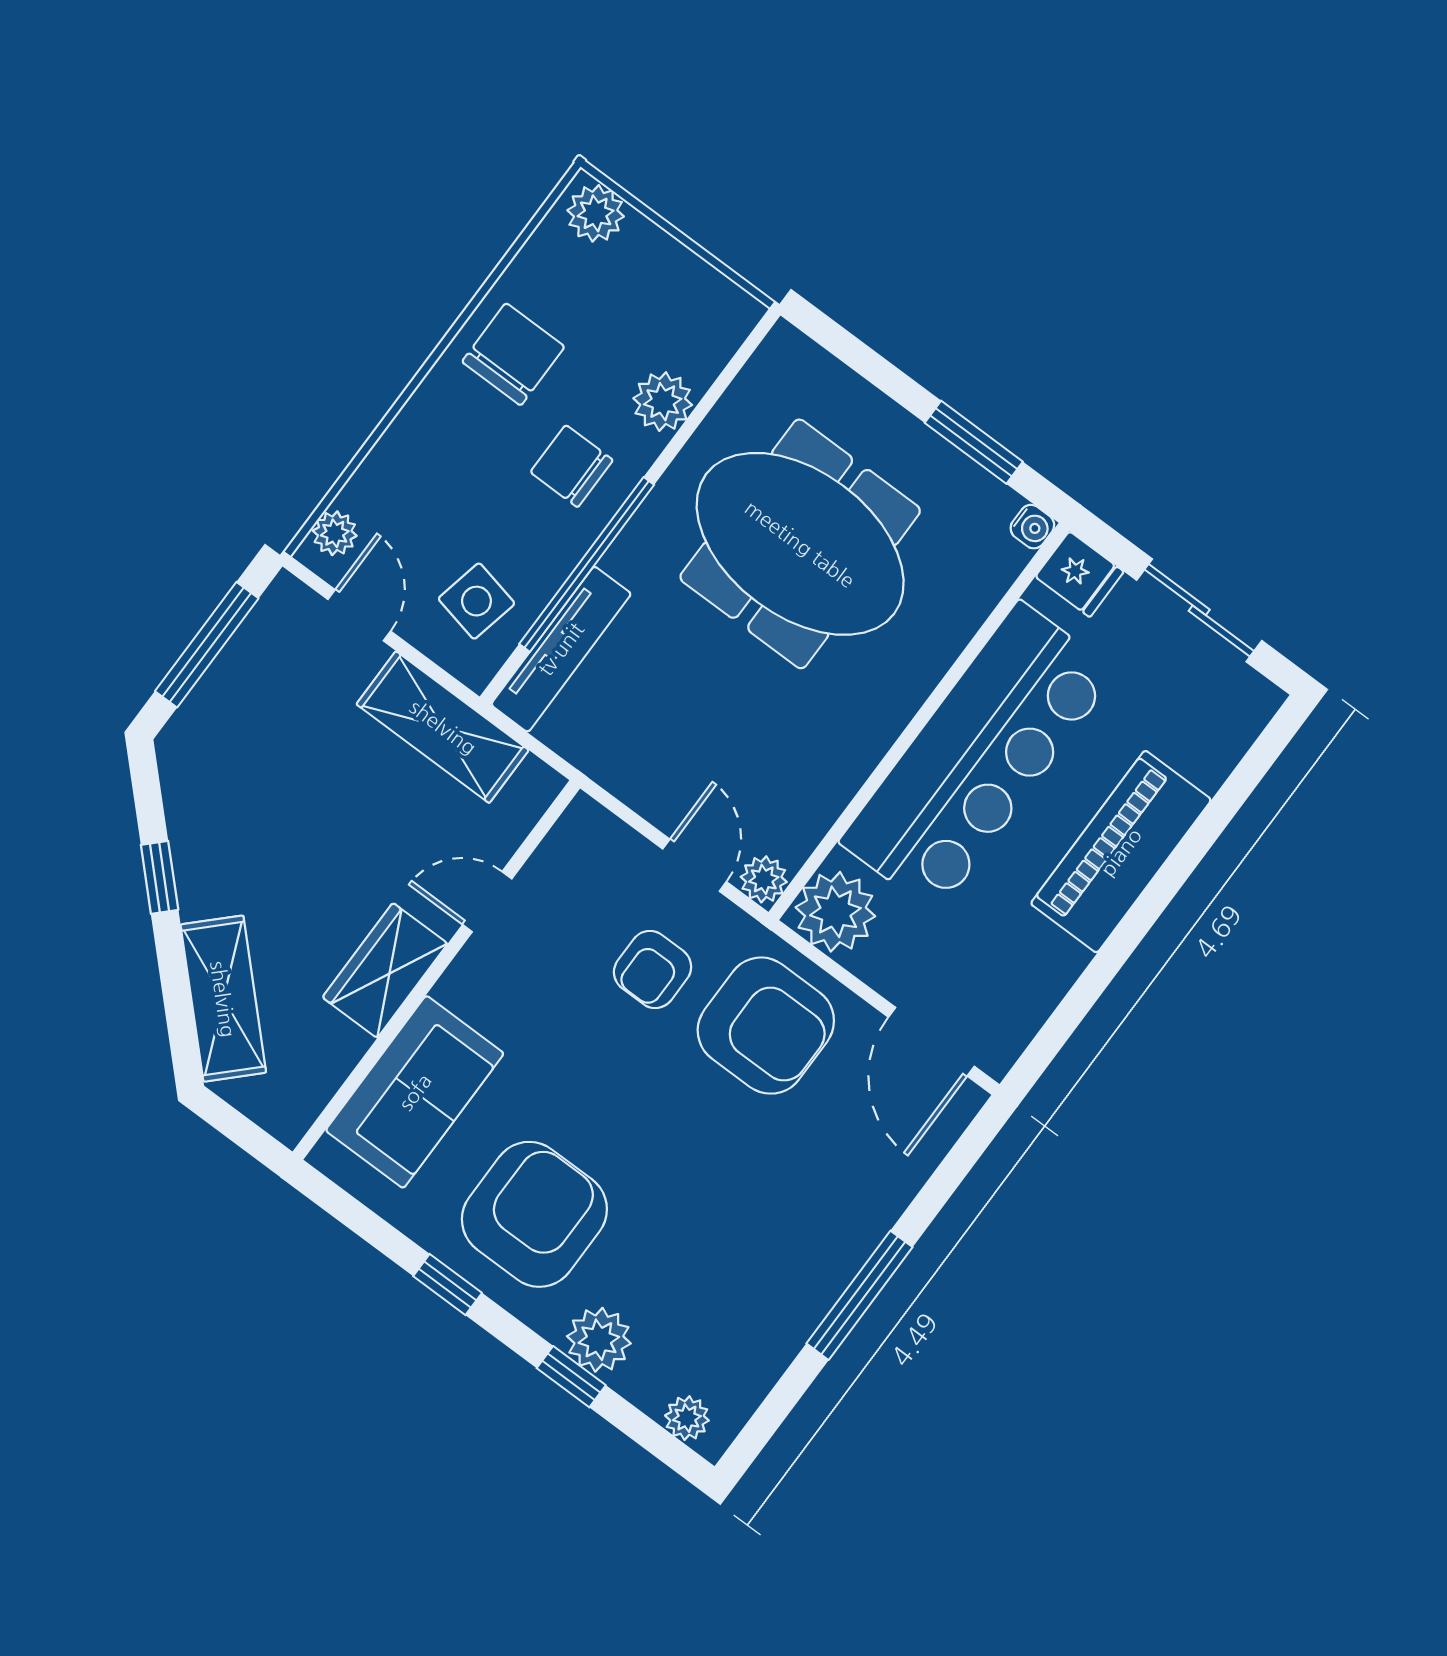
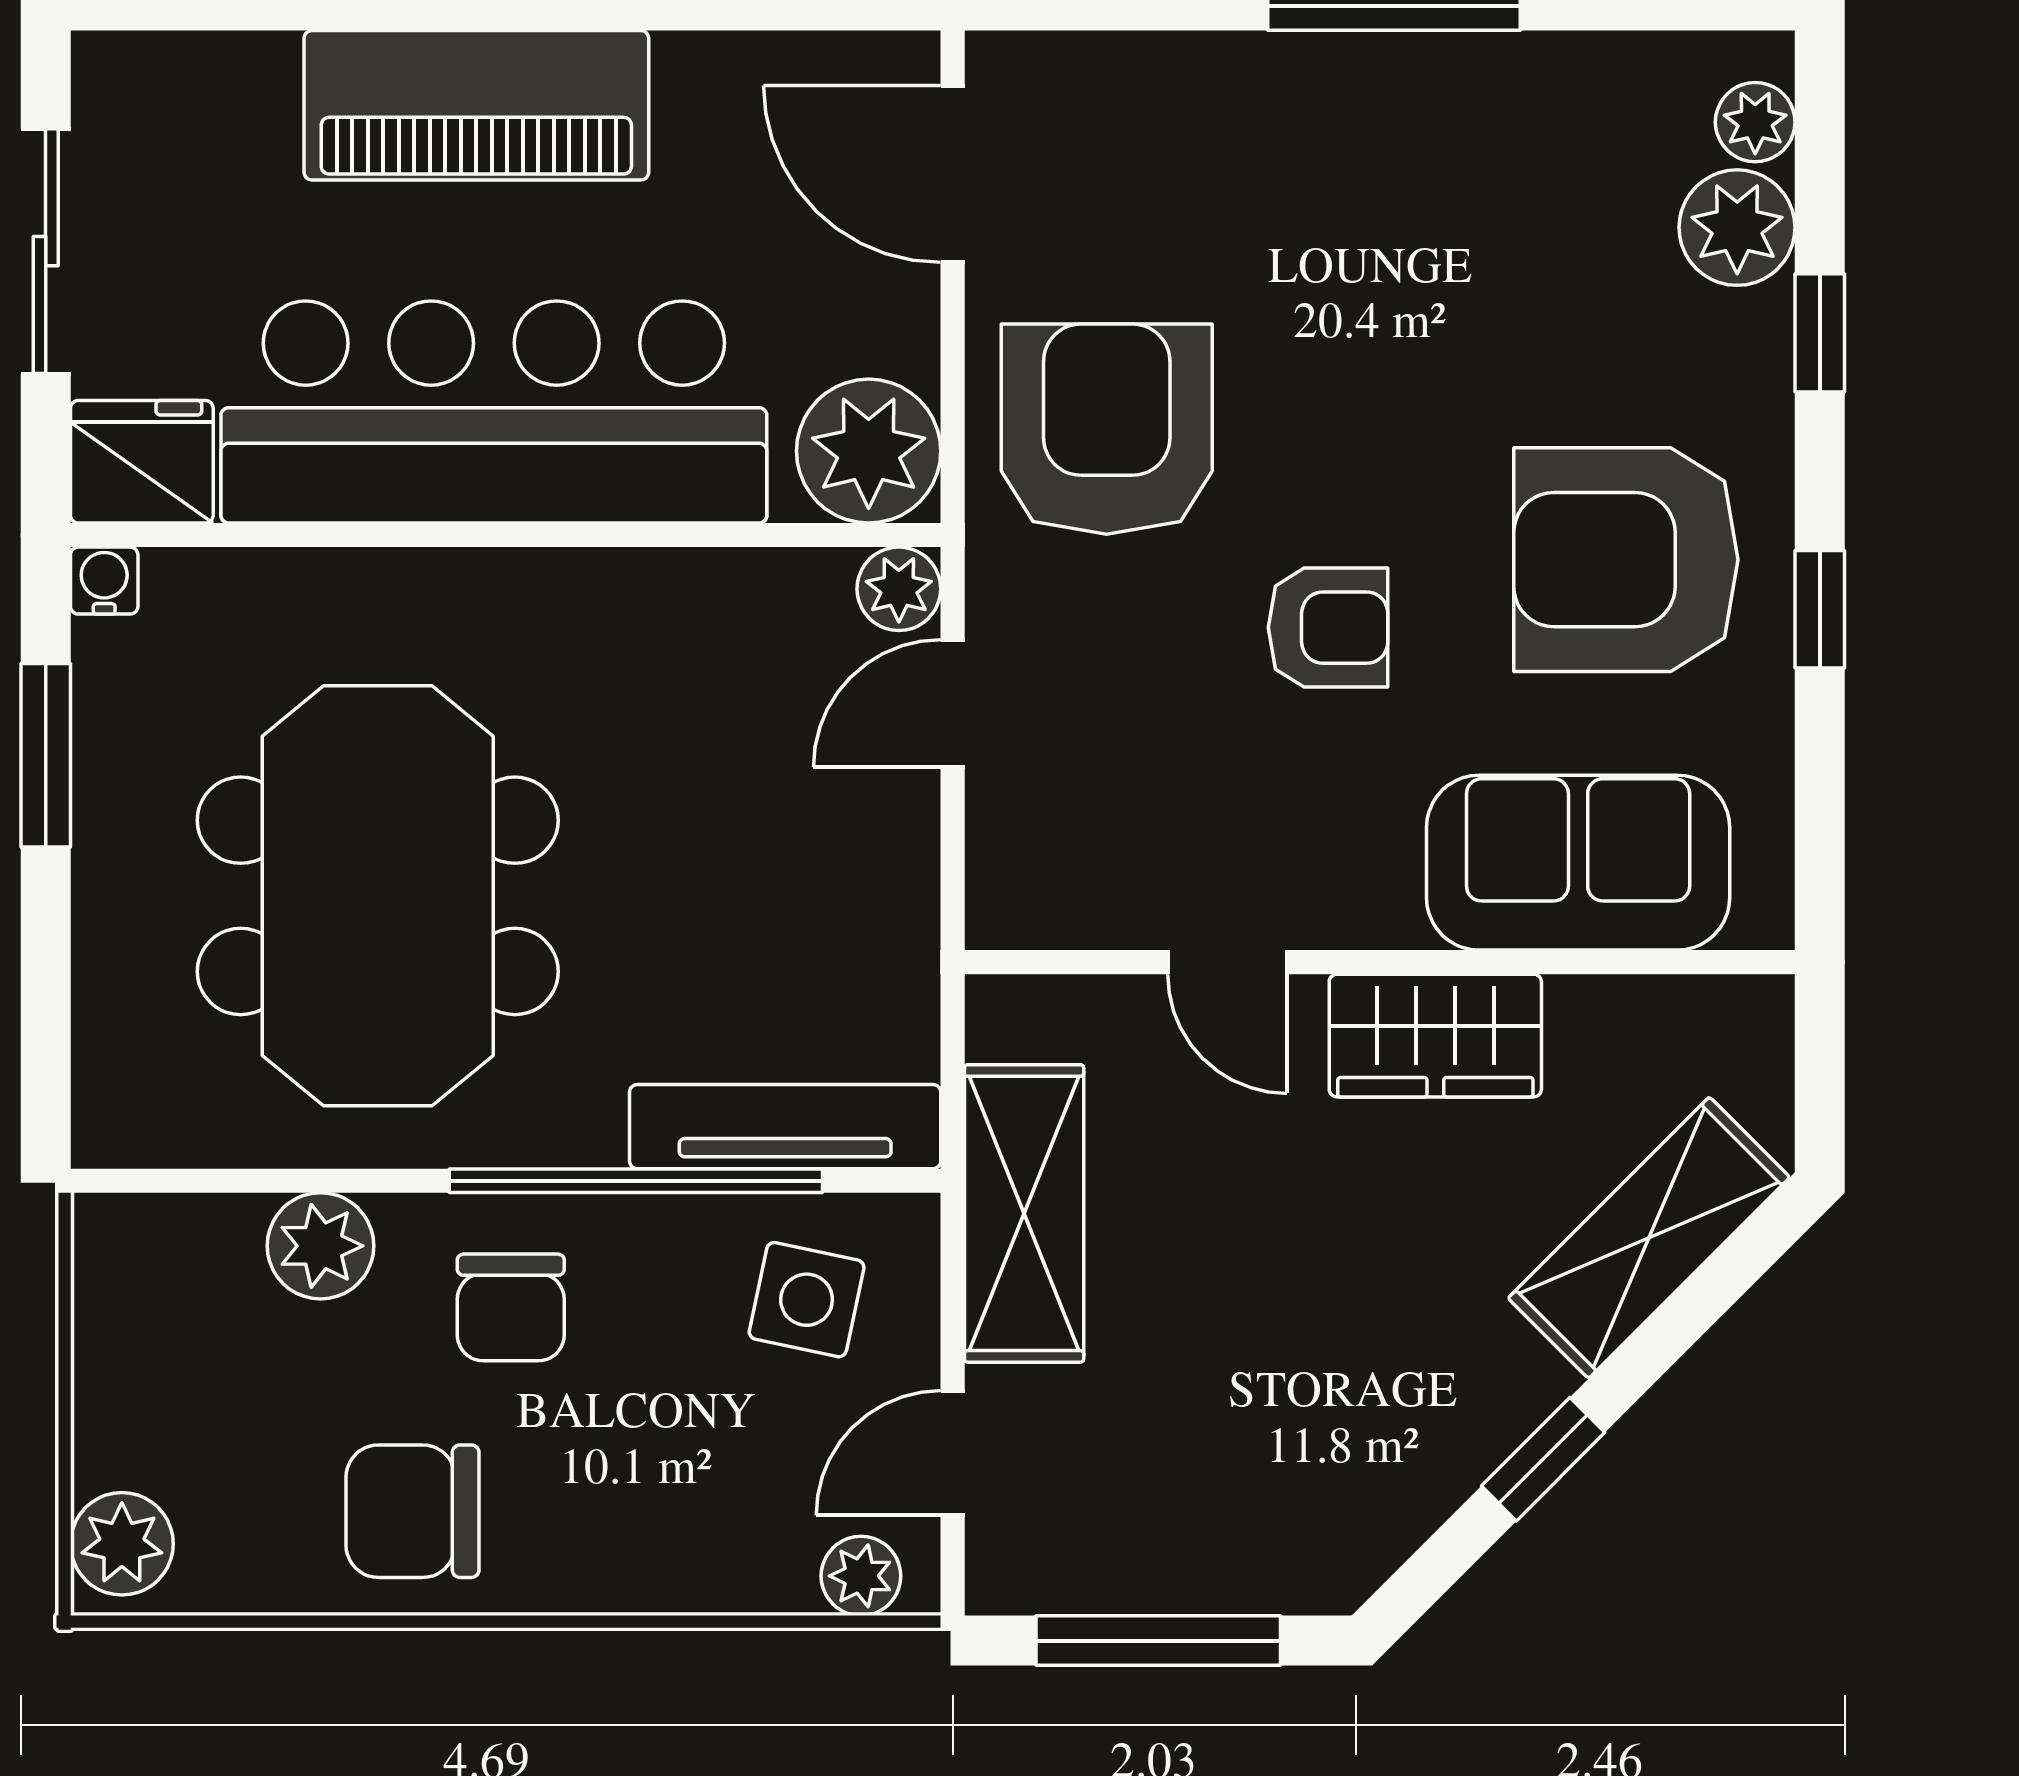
fridge: (1080, 574) -> (142, 462), width x1.38
armchair: (653, 969) -> (1328, 628), moved
door: (931, 1042) -> (953, 174), swing flipped
plant: (599, 1340) -> (1737, 228), moved

